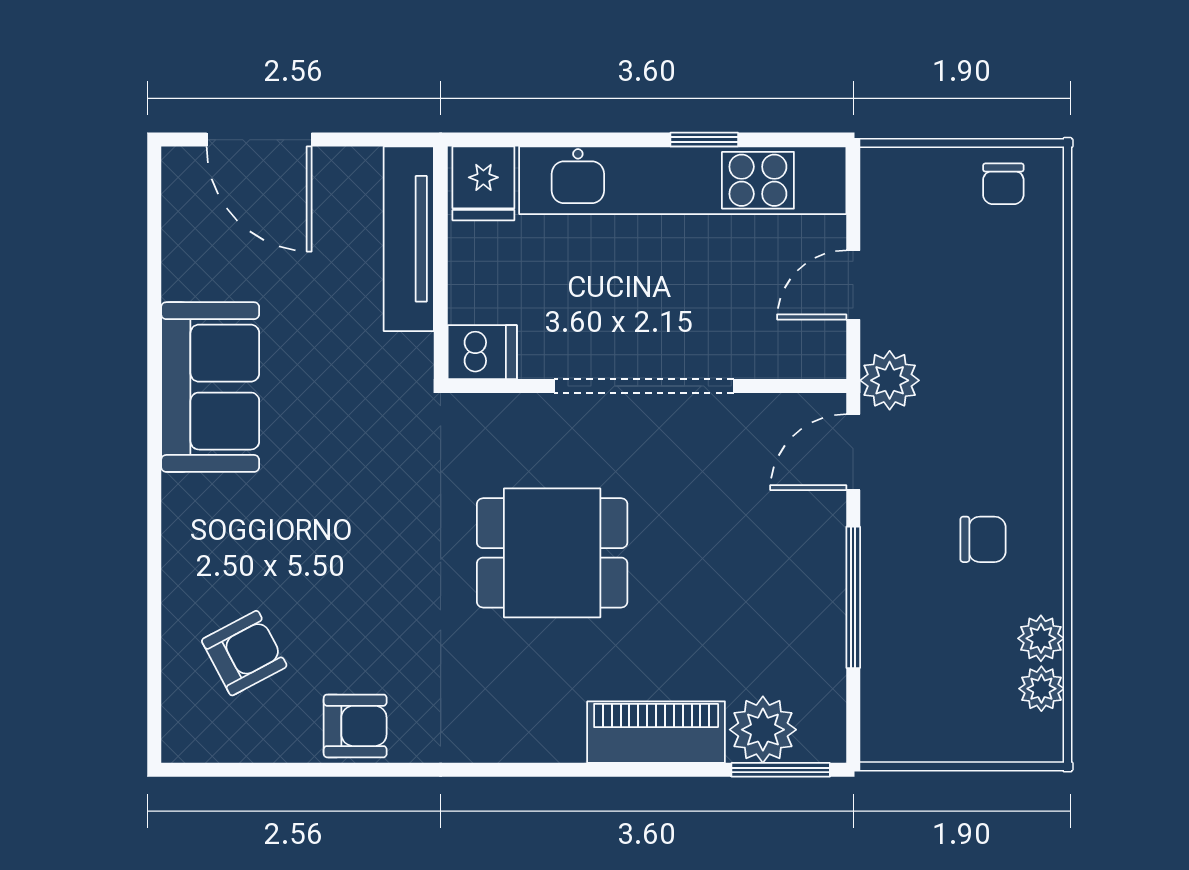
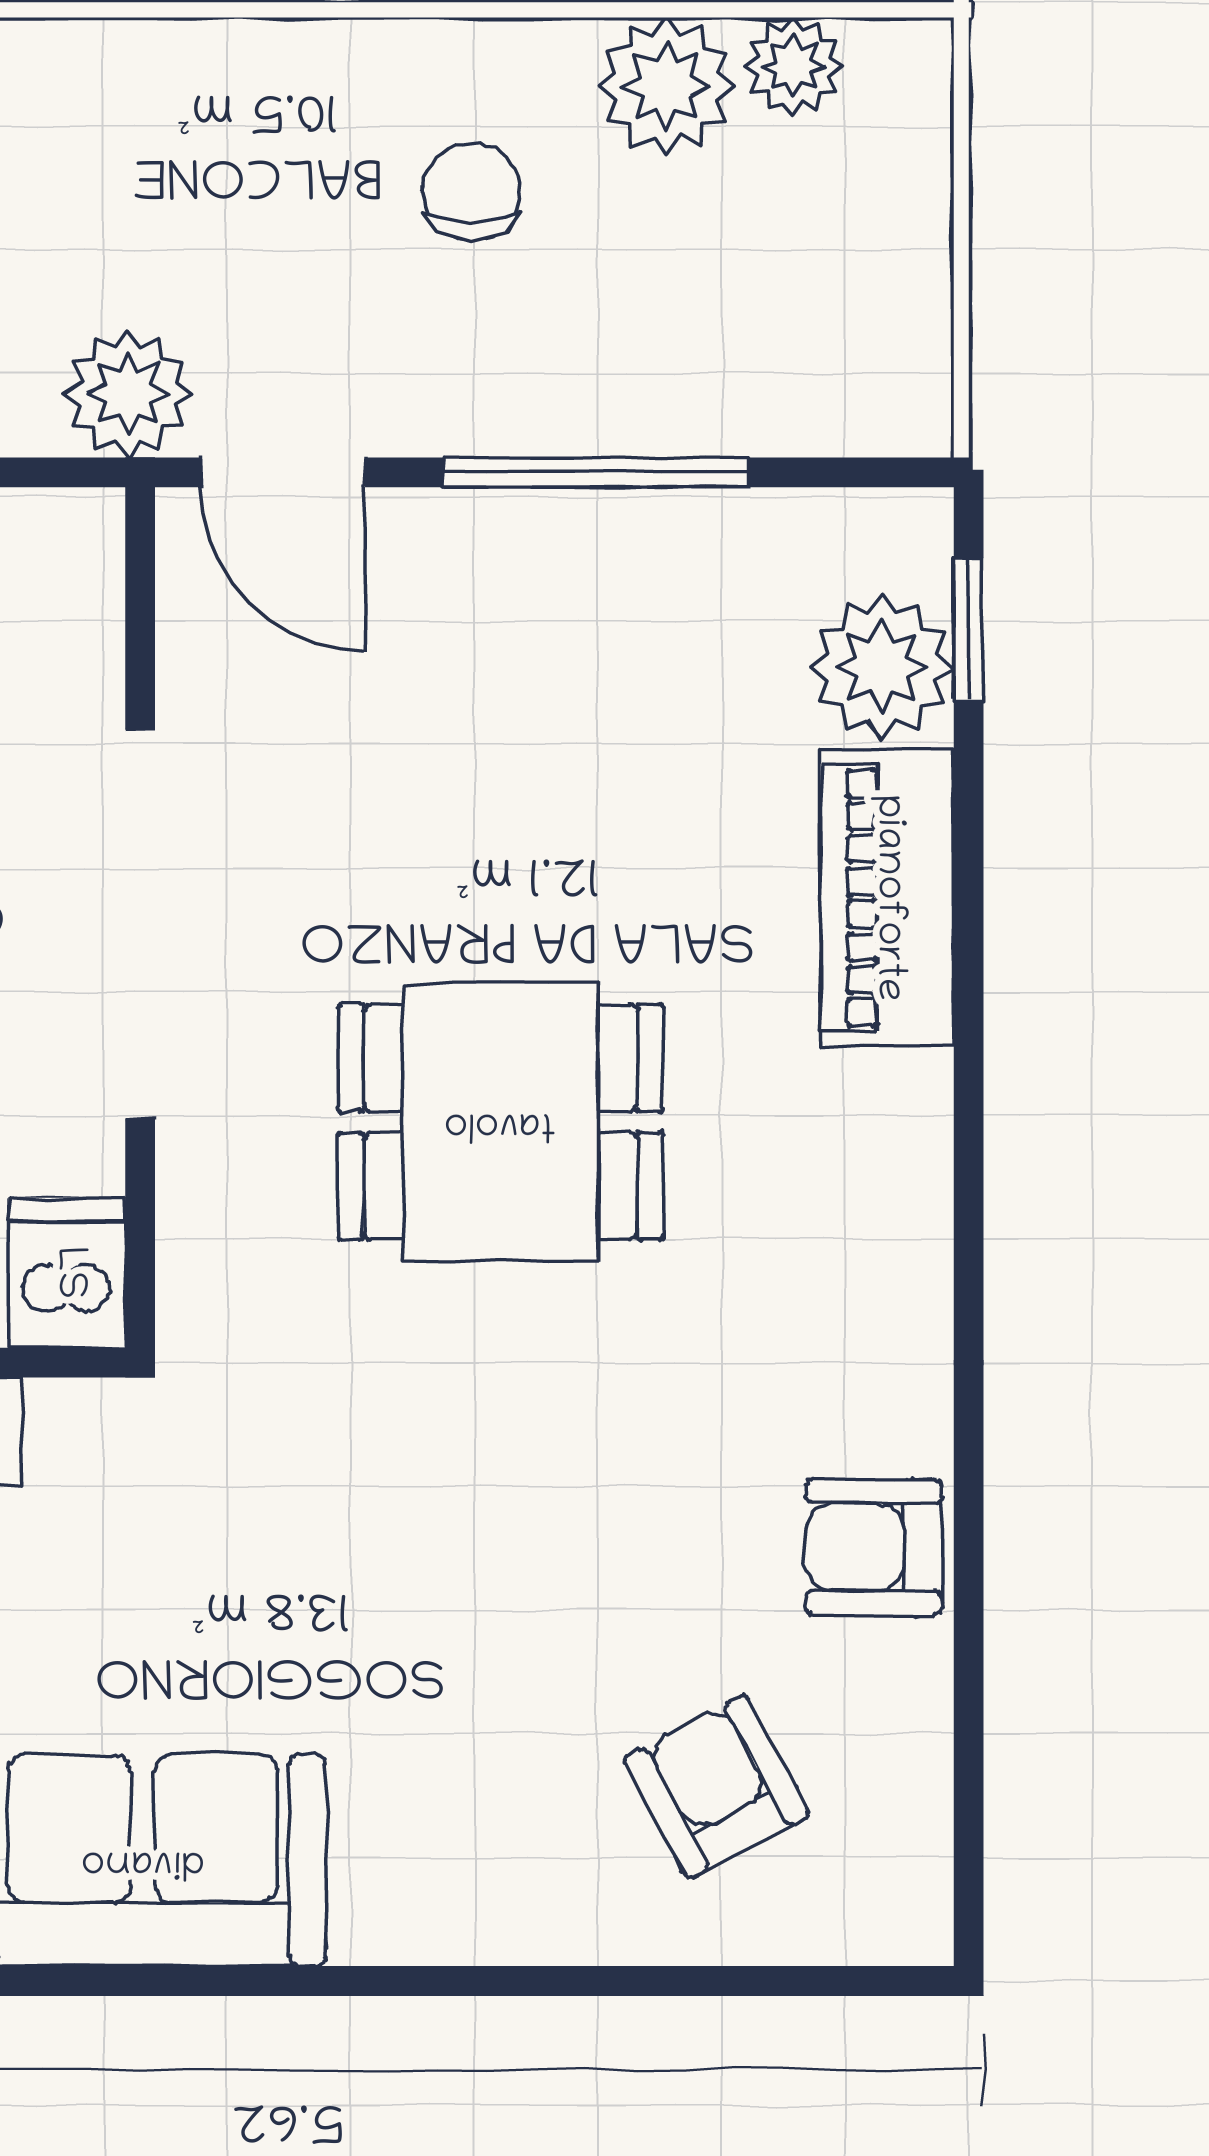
dining table: (552, 553) -> (500, 1122), turned 90
plant: (1041, 638) -> (666, 86), width x1.38, depth x1.38
armchair: (355, 726) -> (874, 1547), turned -90
window: (781, 770) -> (969, 629), width x0.67

